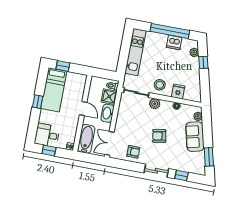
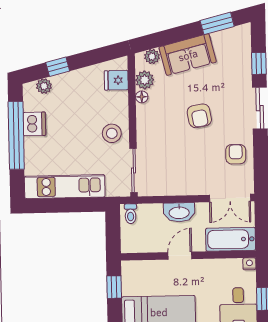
window: (63, 66) -> (114, 287), moved
fridge: (178, 92) -> (116, 80), moved
shower: (109, 97) -> (150, 215), removed
plant: (155, 104) -> (145, 80), moved

